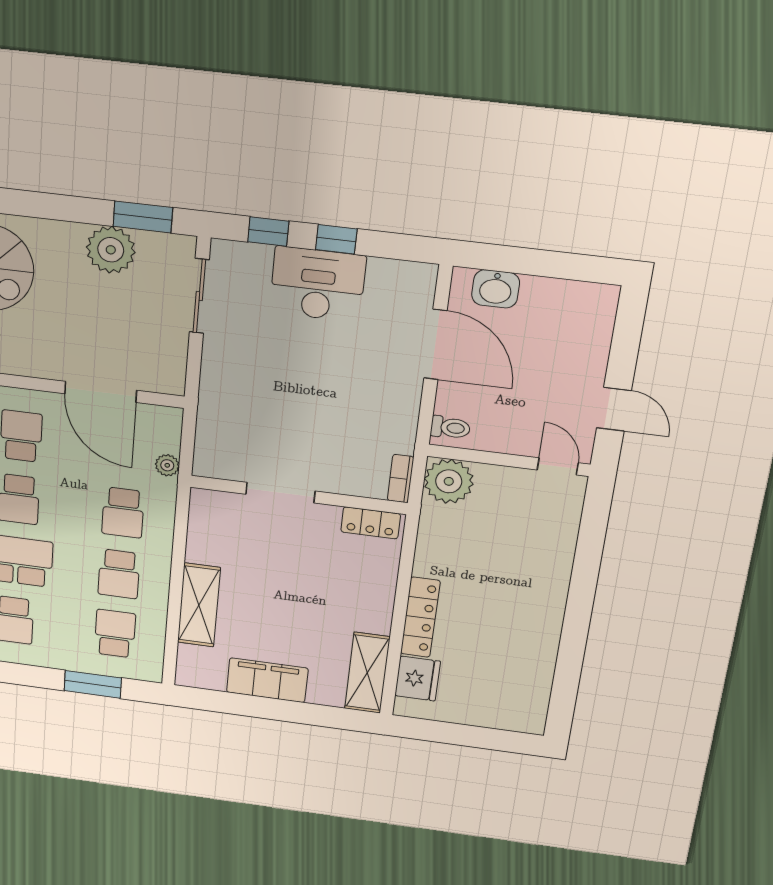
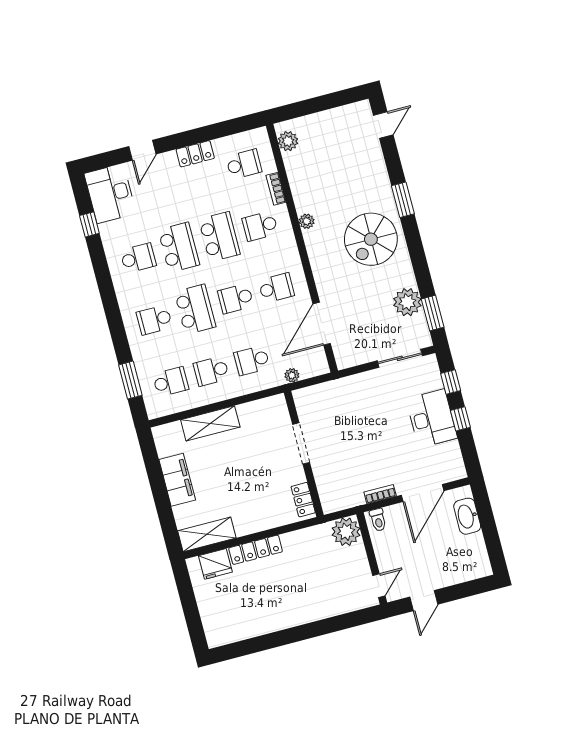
washbasin: (496, 289) -> (467, 516), width x1.38
bookcase: (401, 479) -> (380, 494), moved

